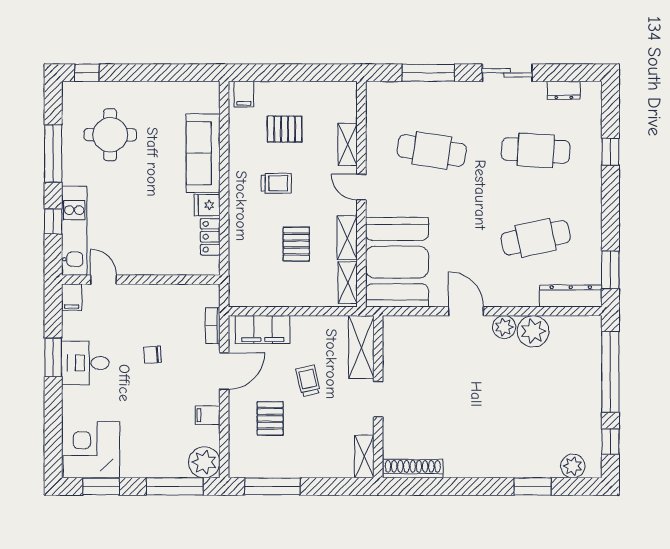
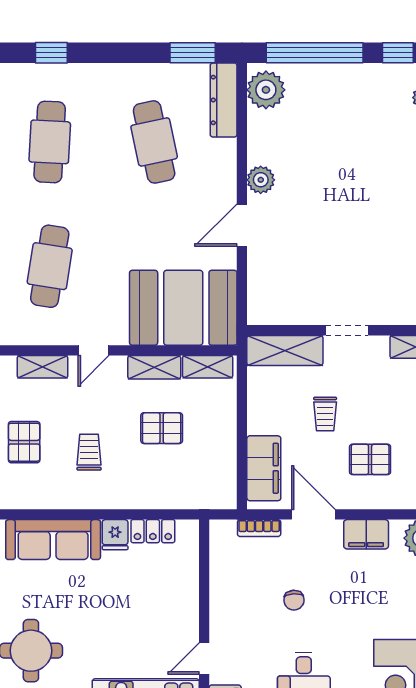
plant: (533, 331) -> (266, 90), moved
trolley: (308, 381) -> (325, 414), turned -77
filing cabinet: (208, 415) -> (366, 534), width x2.00

